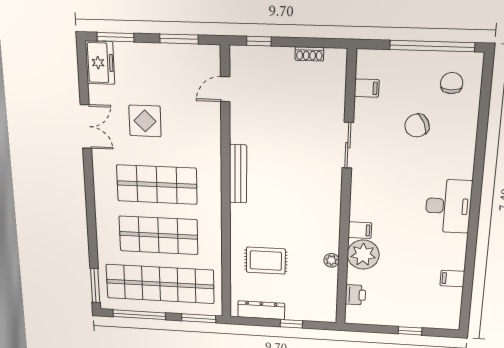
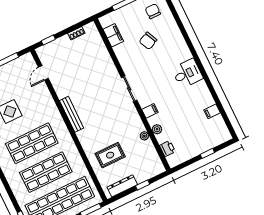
filing cabinet: (367, 88) -> (113, 35), width x2.00
sliding door: (348, 145) -> (129, 89), moved
desk: (448, 206) -> (187, 74), width x0.73
plant: (363, 255) -> (157, 129), width x0.53, depth x0.53

